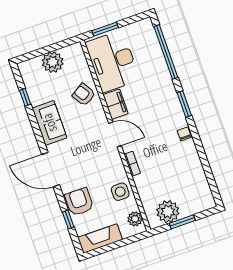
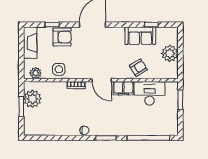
desk: (113, 61) -> (150, 93), width x0.73, depth x0.77
sofa: (49, 123) -> (140, 36), moved
door: (115, 134) -> (102, 80), hinge flipped

